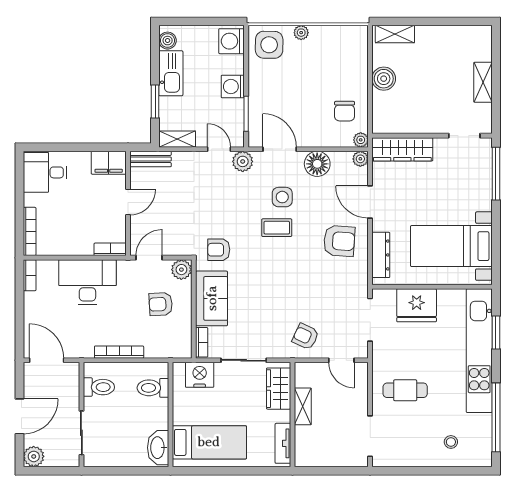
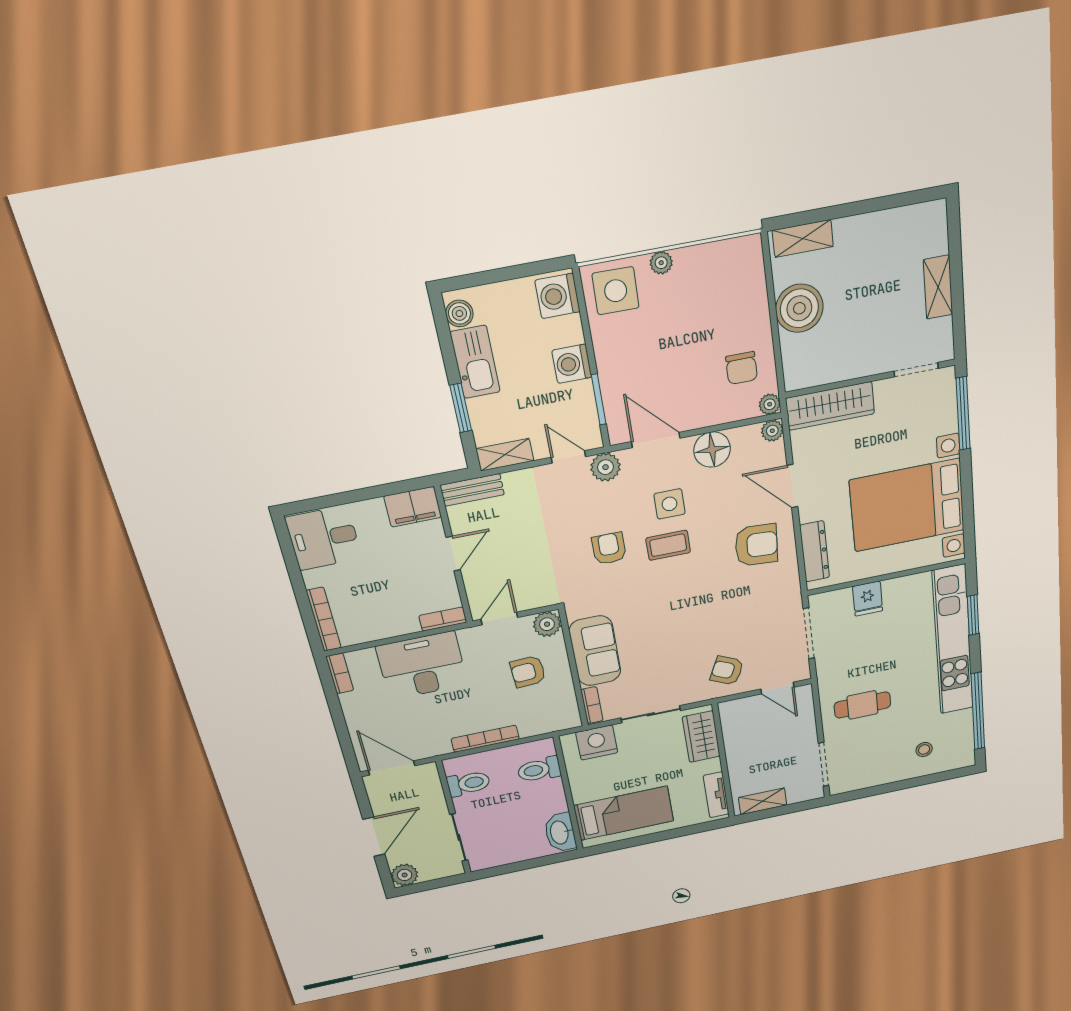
boiler: (384, 79) -> (799, 308), width x1.37, depth x1.37
bed with nightstands: (451, 246) -> (907, 505), width x1.36
armchair: (219, 250) -> (609, 548), moved, turned 90
fridge: (417, 305) -> (868, 599), width x0.53, depth x0.75
shelving: (303, 406) -> (763, 801), moved, turned 90

